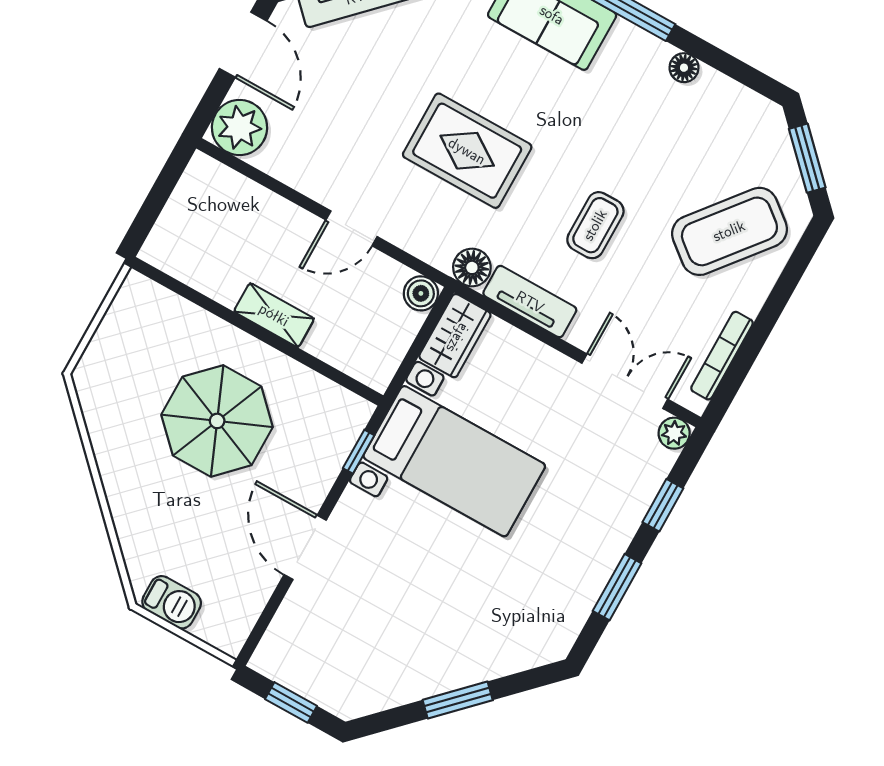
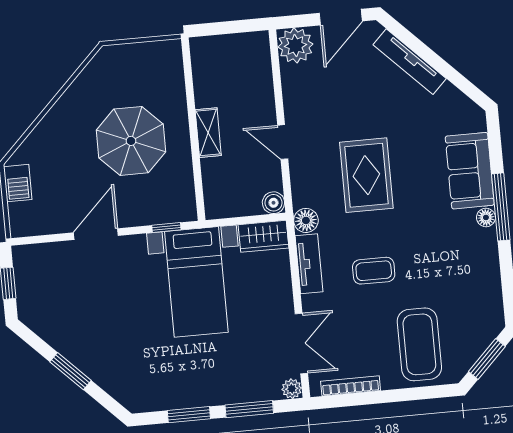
floor lamp: (684, 68) -> (486, 217), moved
coffee table: (729, 231) -> (419, 344), turned 51
window: (663, 505) -> (249, 409), width x1.50

